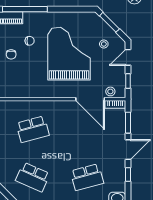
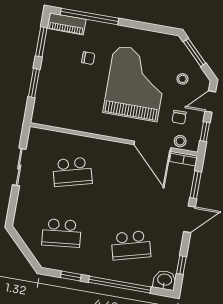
chair: (11, 54) -> (179, 117), moved
window: (128, 174) -> (181, 265), moved
school desk: (33, 177) -> (62, 233), turned -30

